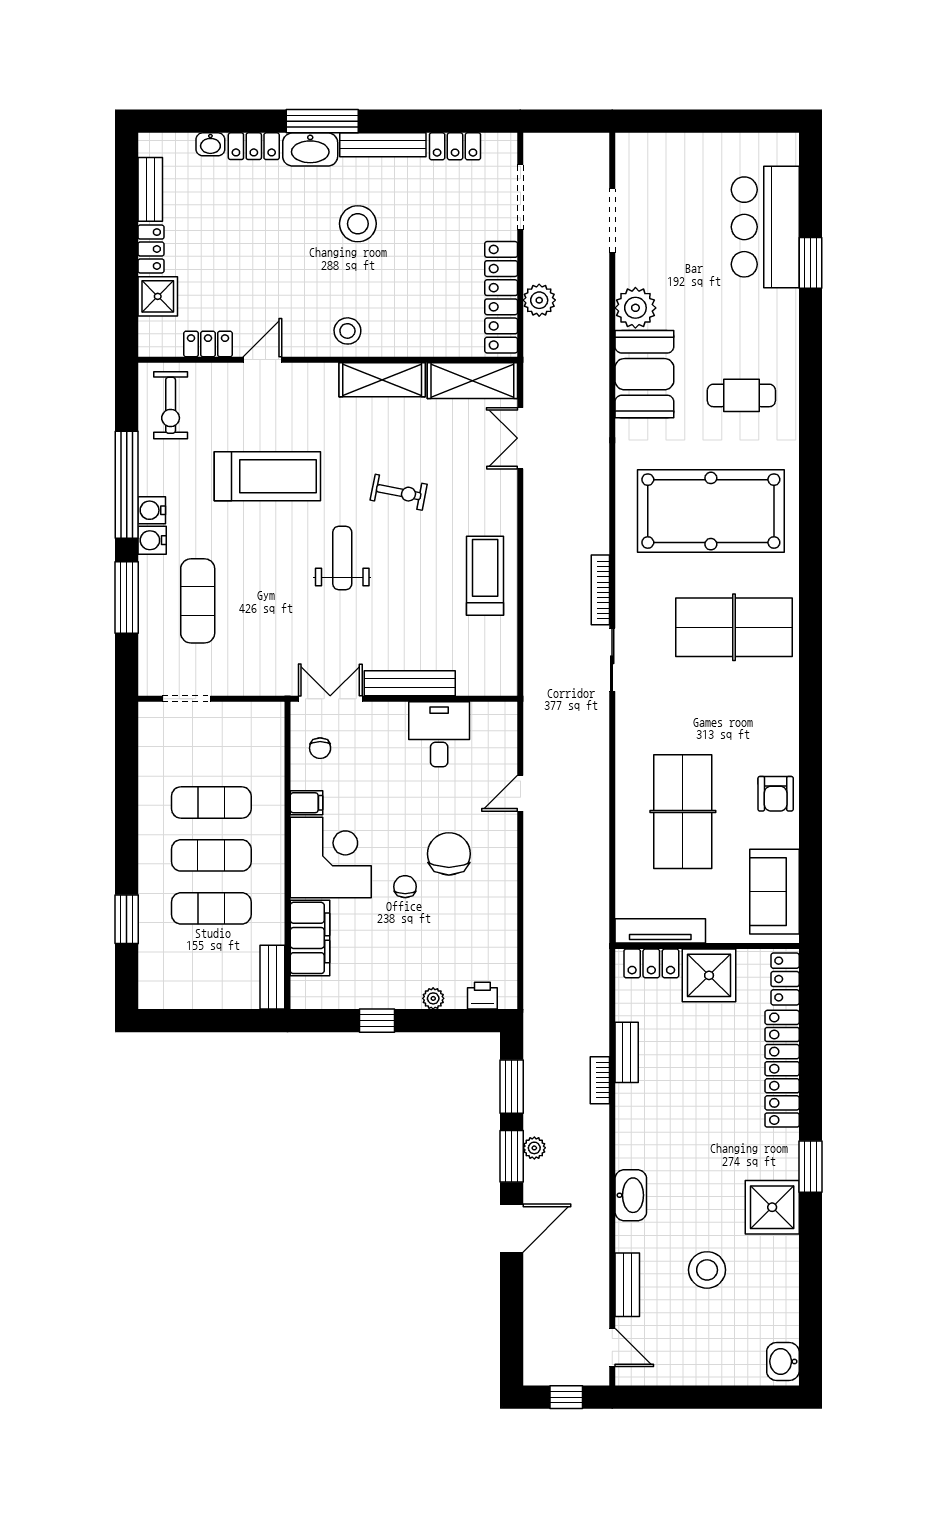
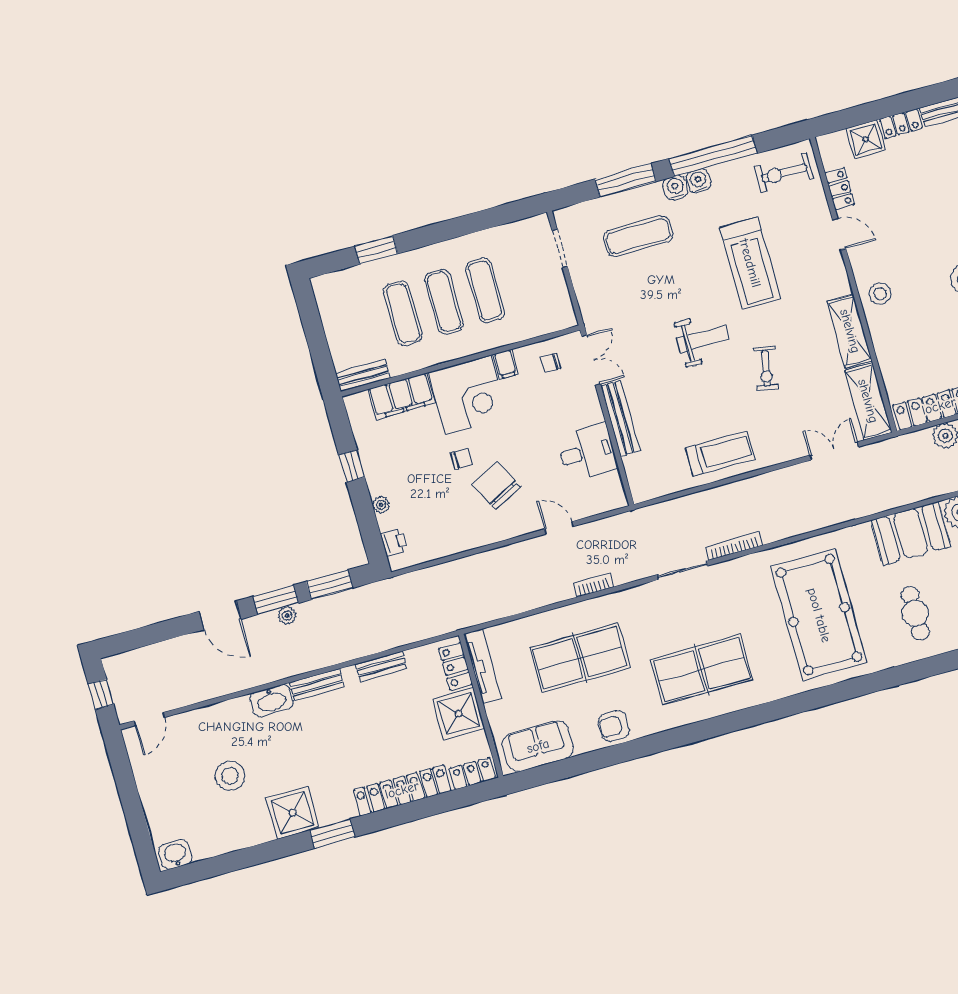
table tennis table: (734, 627) -> (702, 670), moved, turned 90
chair: (449, 854) -> (497, 486), turned -117
bookcase: (600, 1080) -> (593, 585), moved
bench: (627, 1285) -> (317, 685), moved

